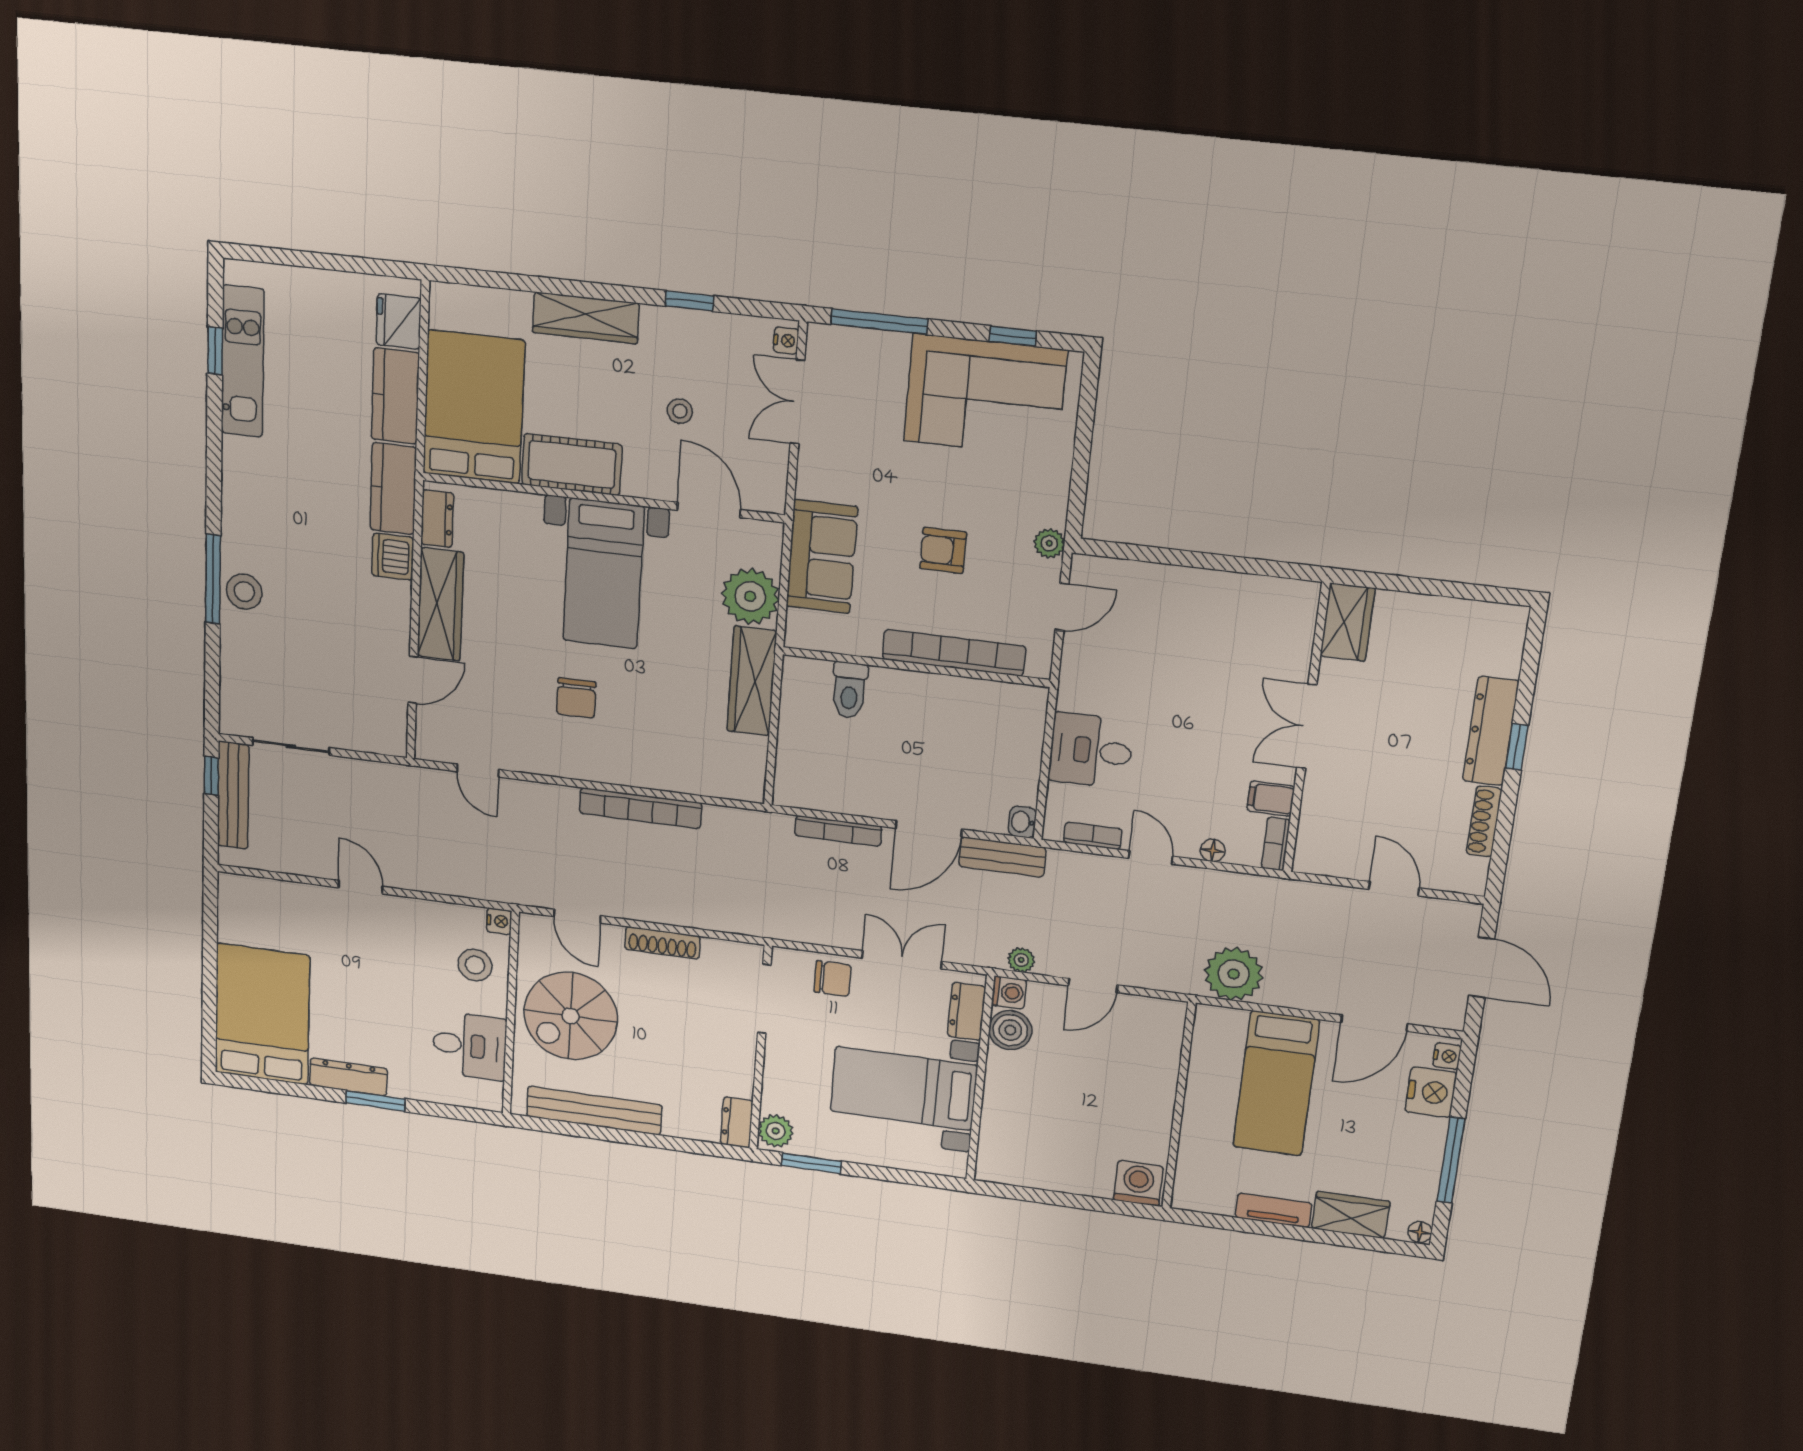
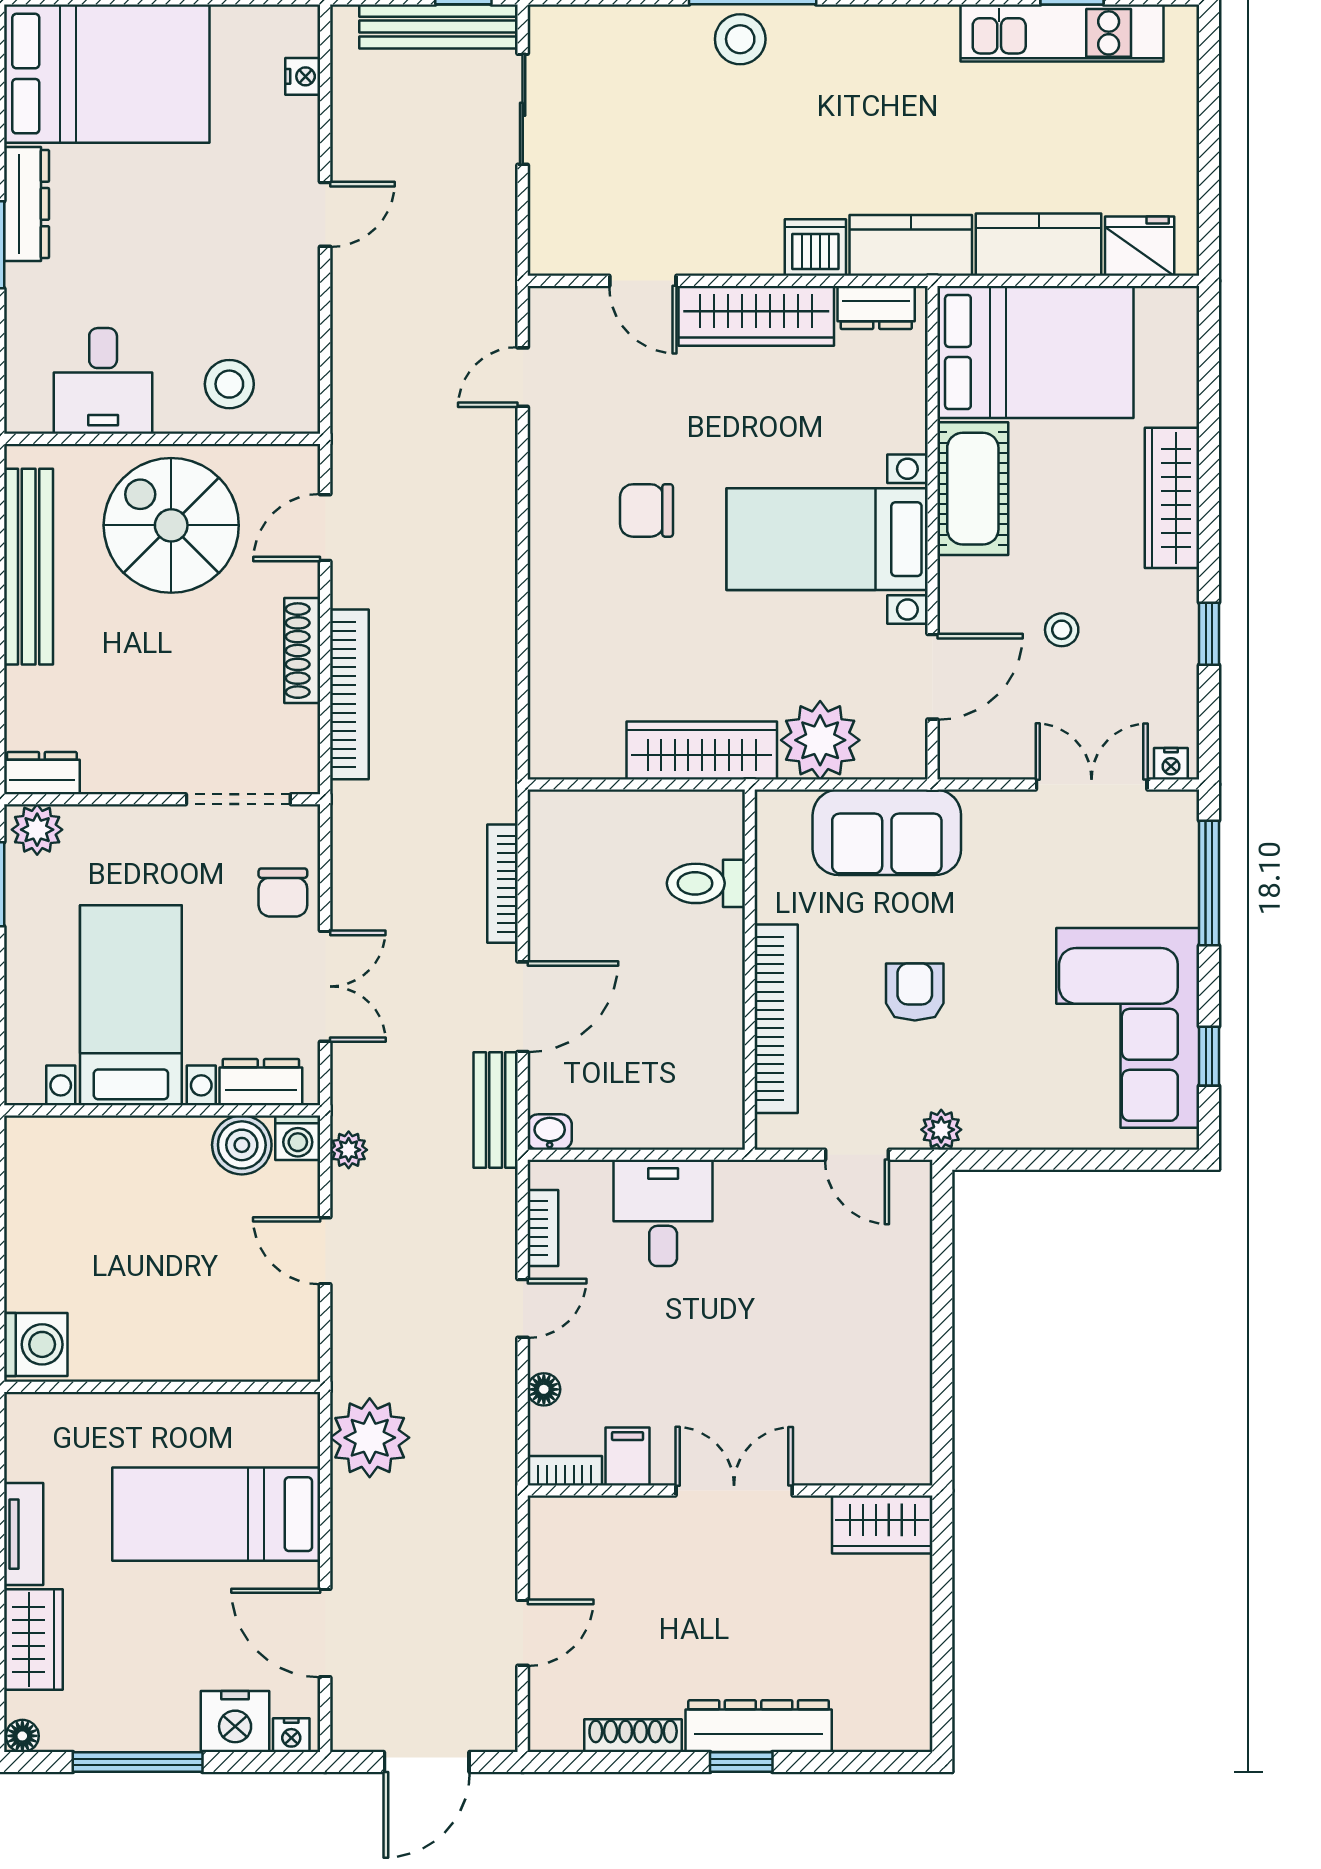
bookcase: (640, 808) -> (349, 694), moved, turned 180
door: (929, 829) -> (523, 1007), swing flipped
nightstand: (499, 921) -> (303, 76), moved, turned -90

